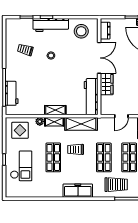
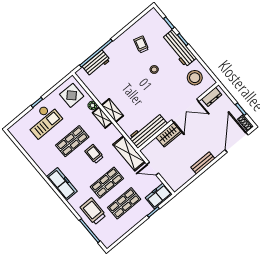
shelving: (81, 124) -> (129, 153), moved
trolley: (116, 185) -> (93, 211), turned 180

